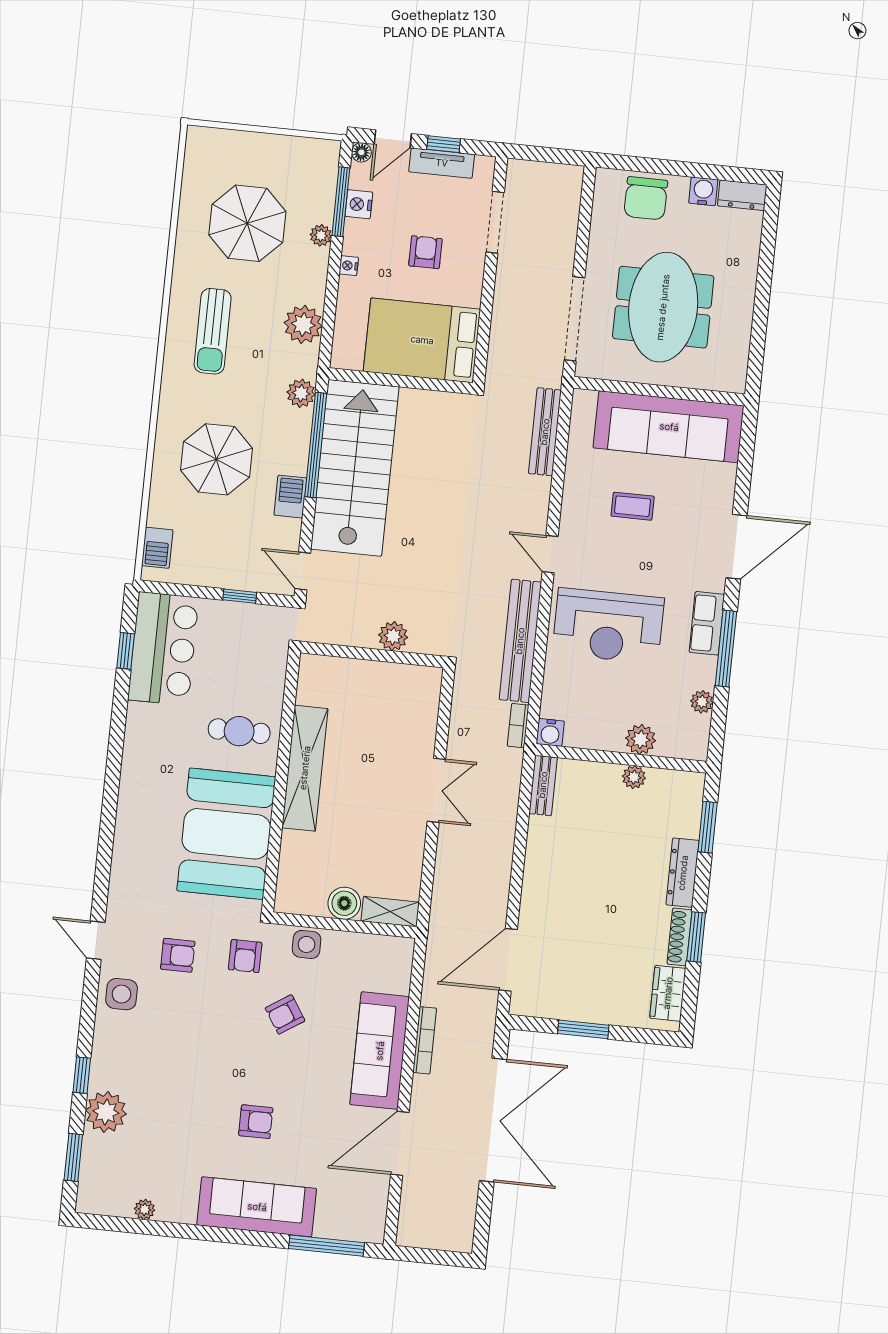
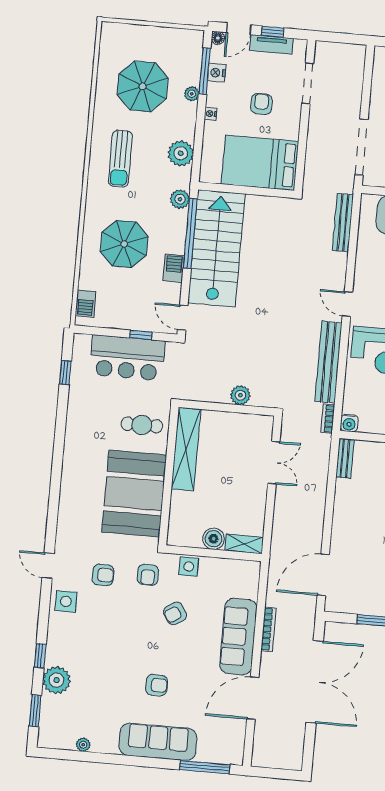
plant: (393, 636) -> (240, 395), moved
bar counter: (163, 649) -> (127, 358), moved, turned 90
wall: (372, 654) -> (227, 408), moved

